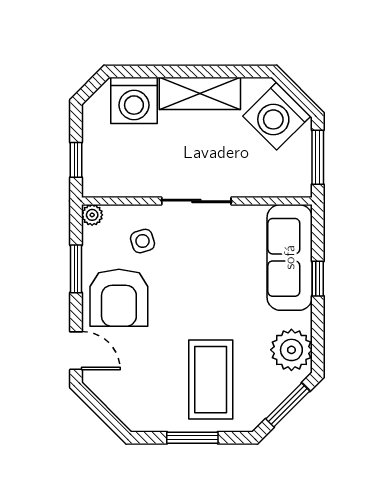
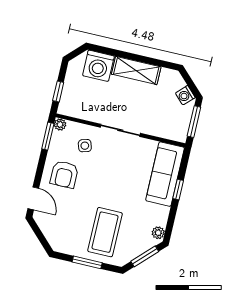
washing machine: (277, 116) -> (185, 95), width x0.53, depth x0.53
window: (76, 269) -> (48, 136), moved
armchair: (119, 298) -> (64, 174), width x0.73, depth x0.73
plant: (291, 350) -> (158, 233), width x0.53, depth x0.53

